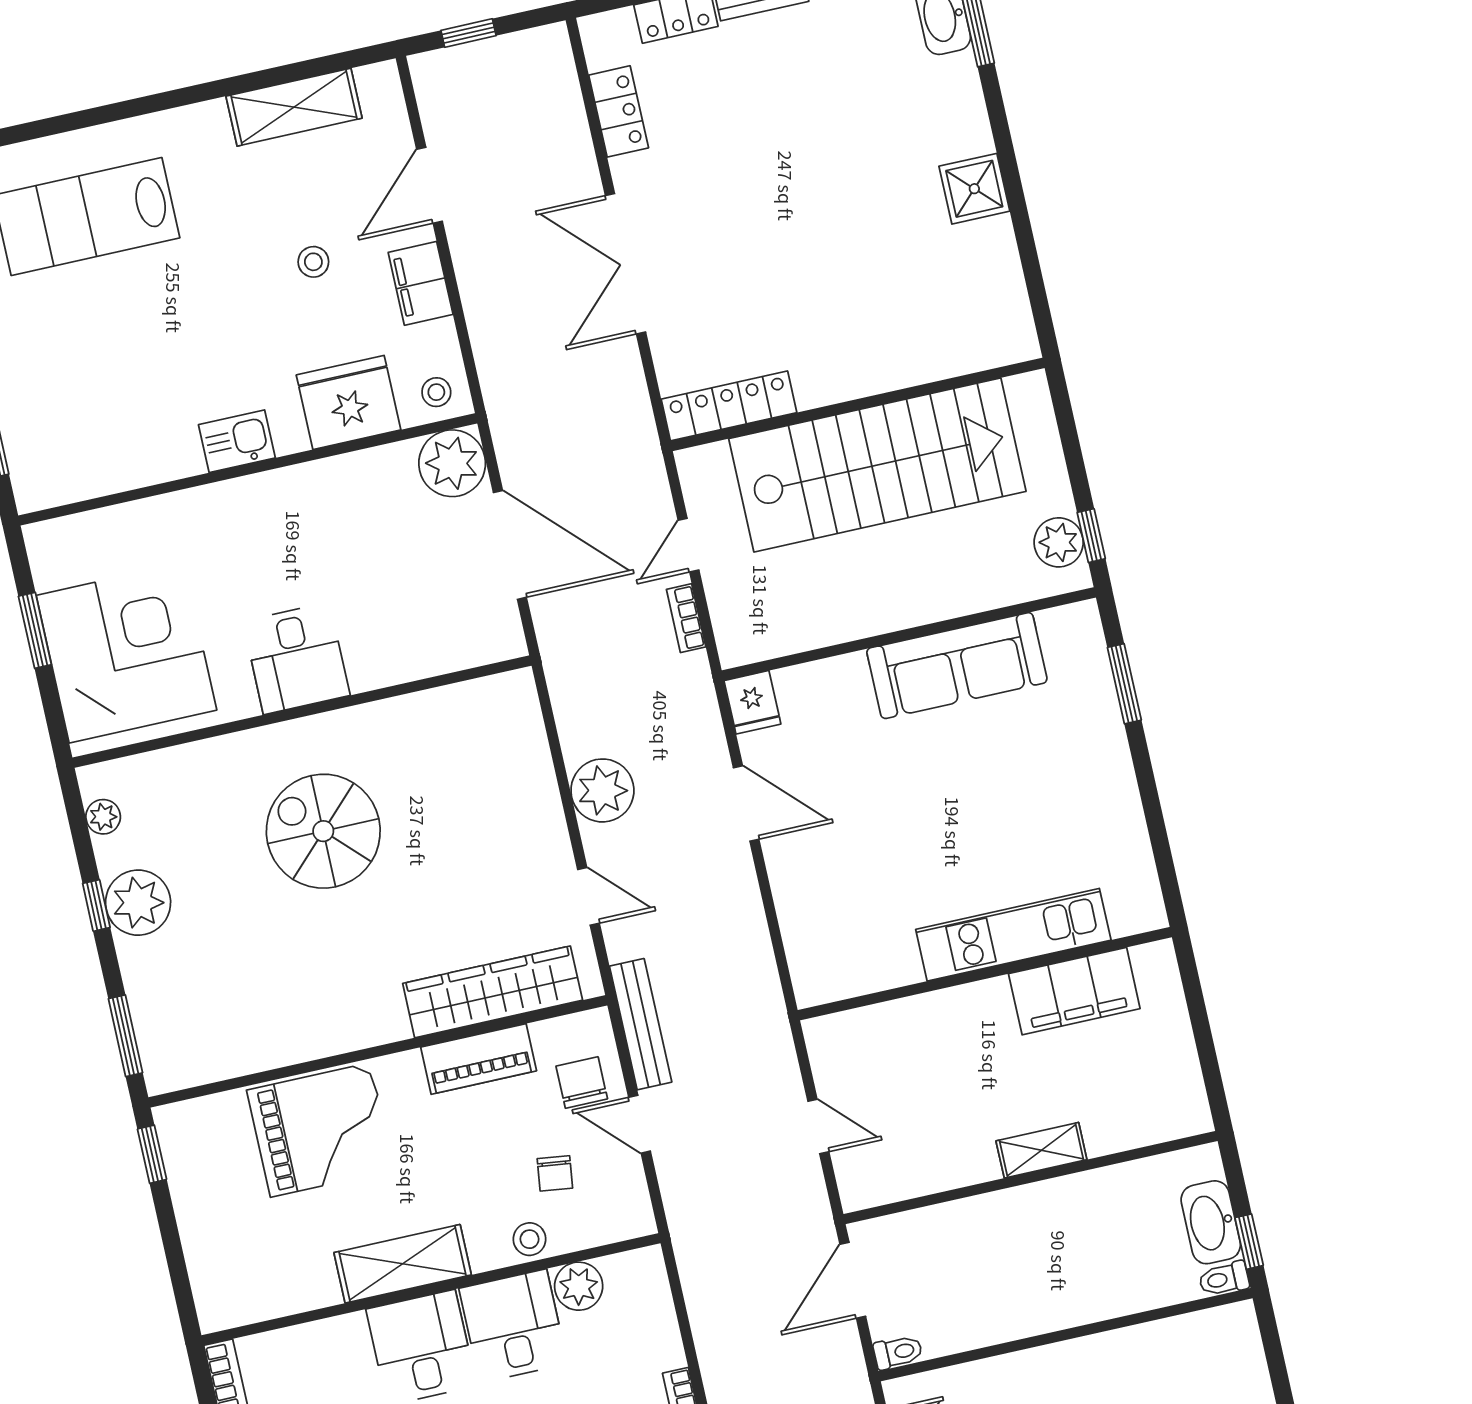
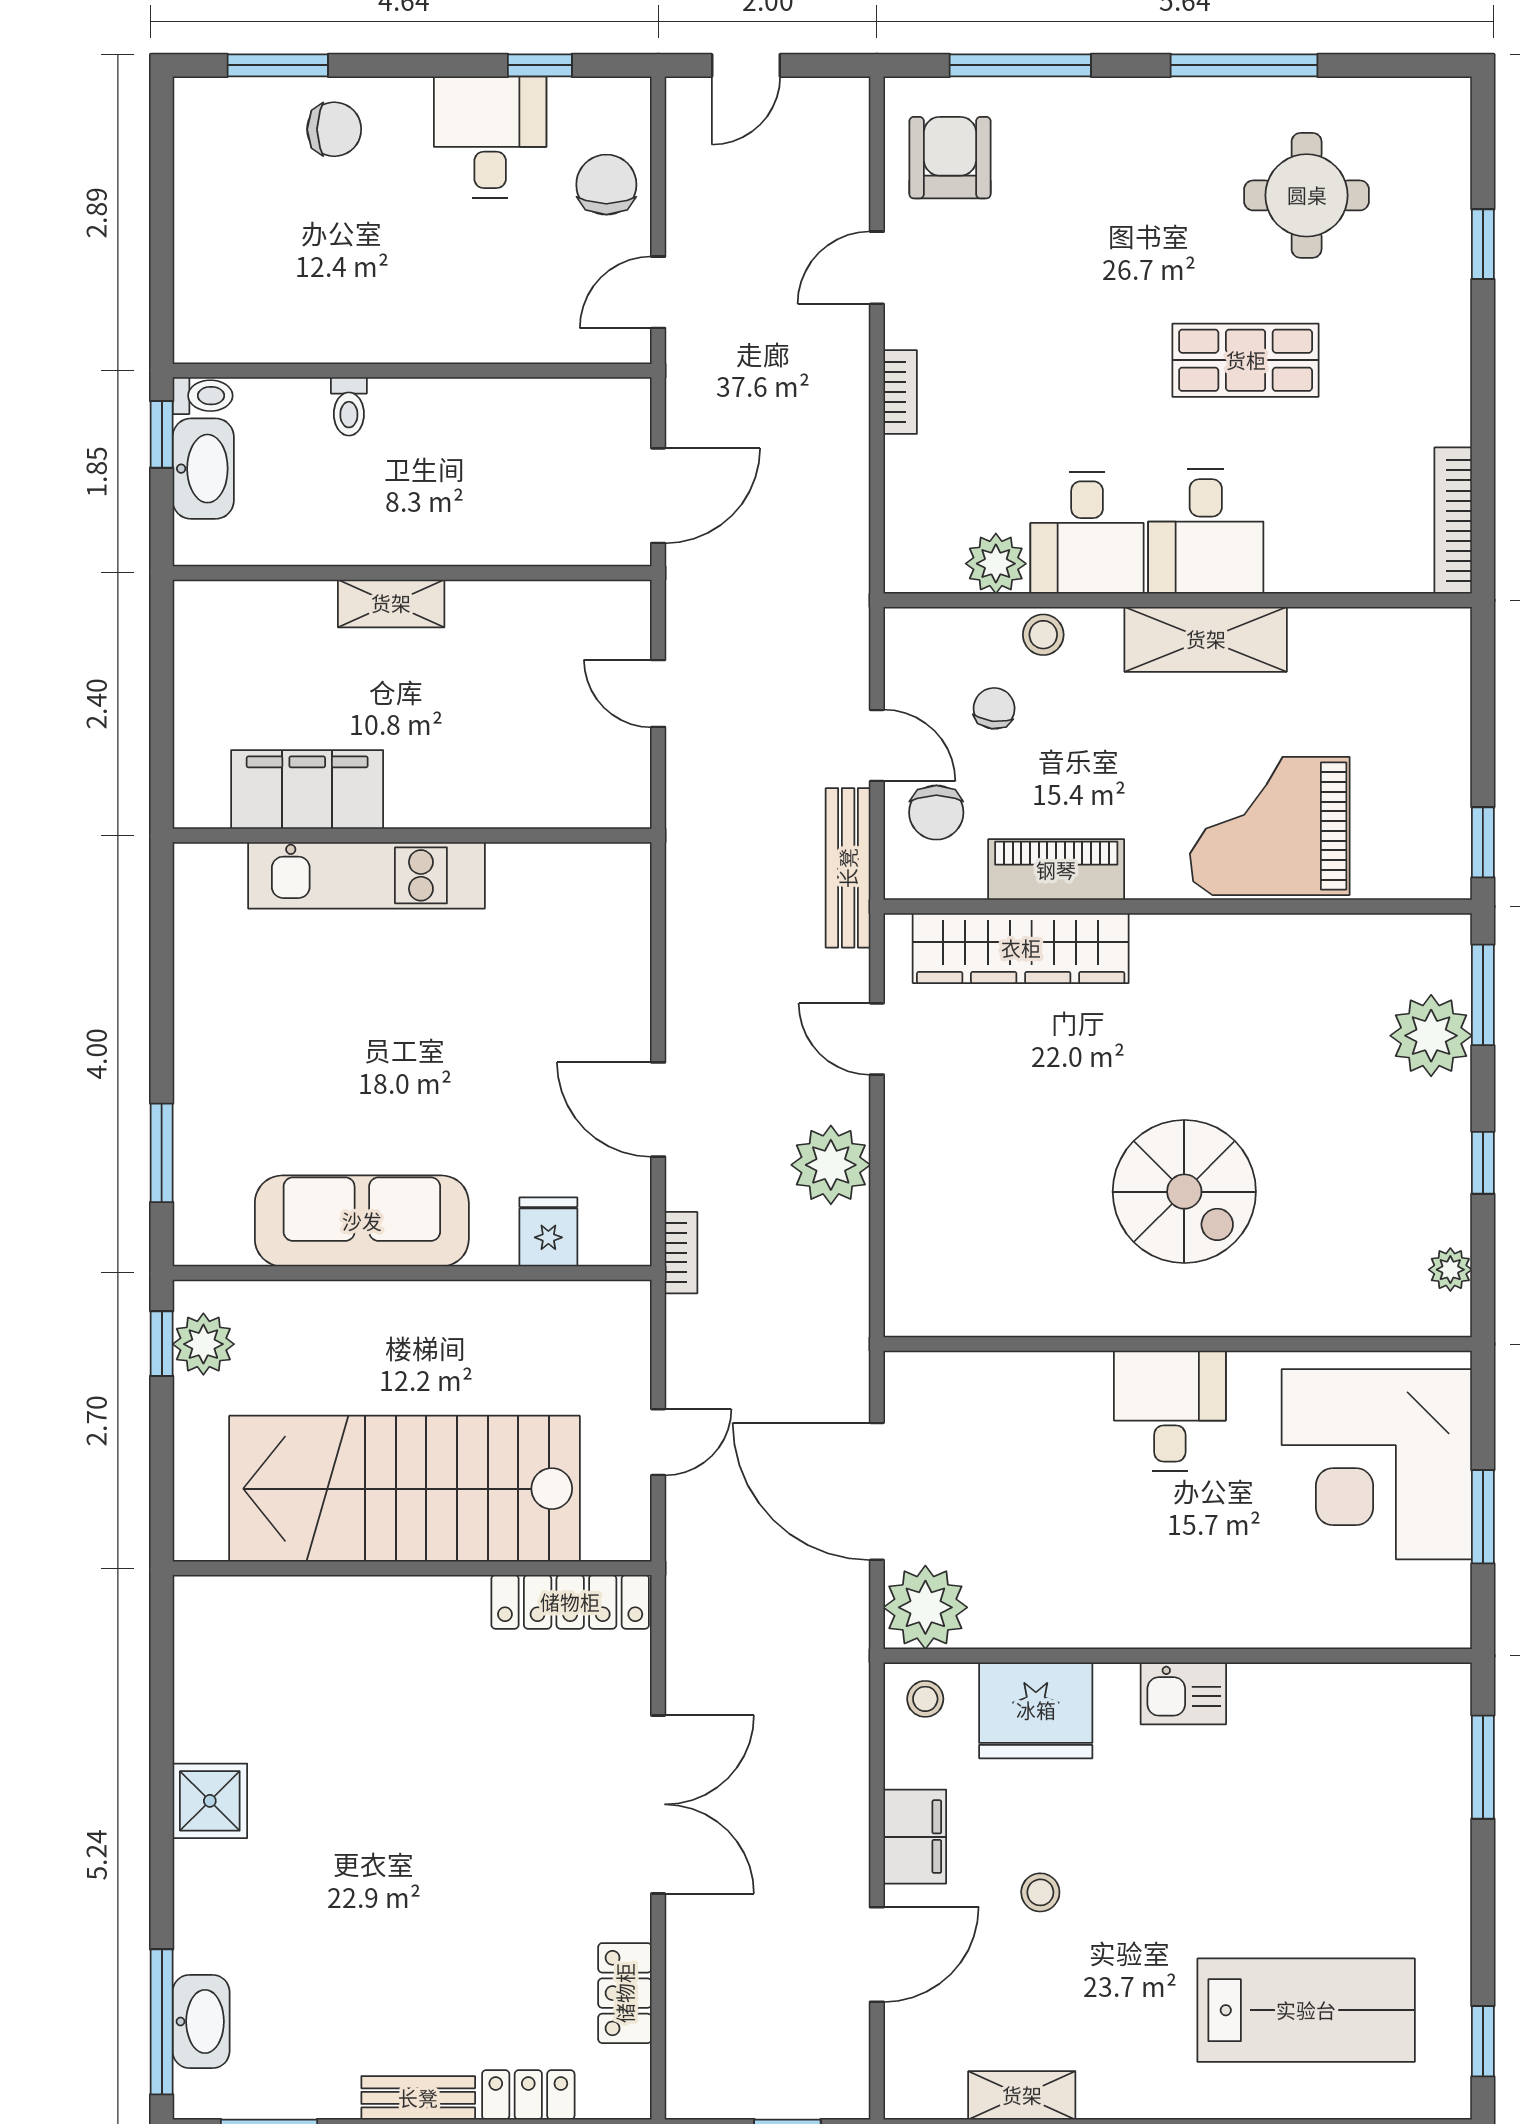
shelving: (294, 107) -> (1022, 2095), width x0.67, depth x0.75
bookcase: (686, 618) -> (681, 1253), moved
fridge: (752, 702) -> (548, 1232), moved
plant: (138, 903) -> (1431, 1036), moved
toilet: (898, 1352) -> (349, 406), moved, turned -90

